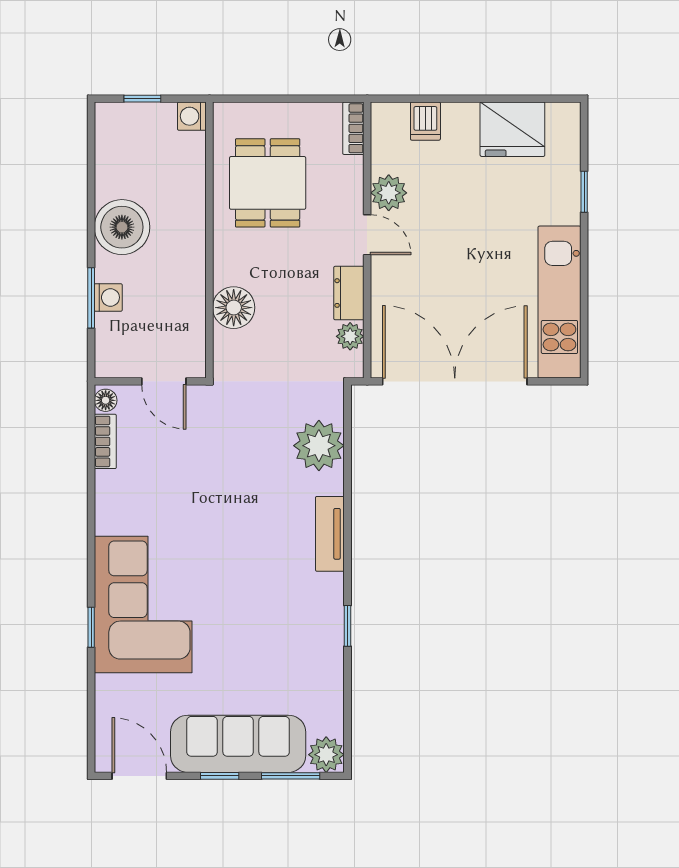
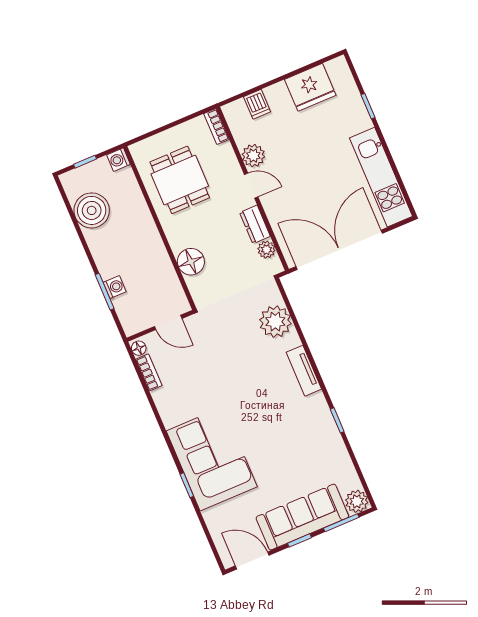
boiler: (122, 227) -> (92, 210), moved

